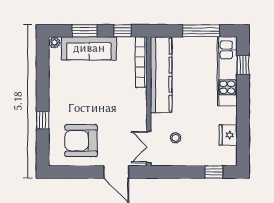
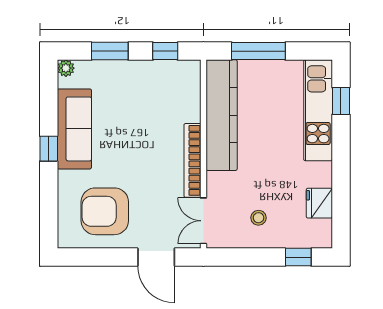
window: (201, 31) -> (258, 51), moved
sofa: (89, 48) -> (74, 129), moved, turned -90
bookcase: (141, 62) -> (192, 160), moved
window: (43, 120) -> (49, 149), moved
stool: (176, 138) -> (258, 218), moved

